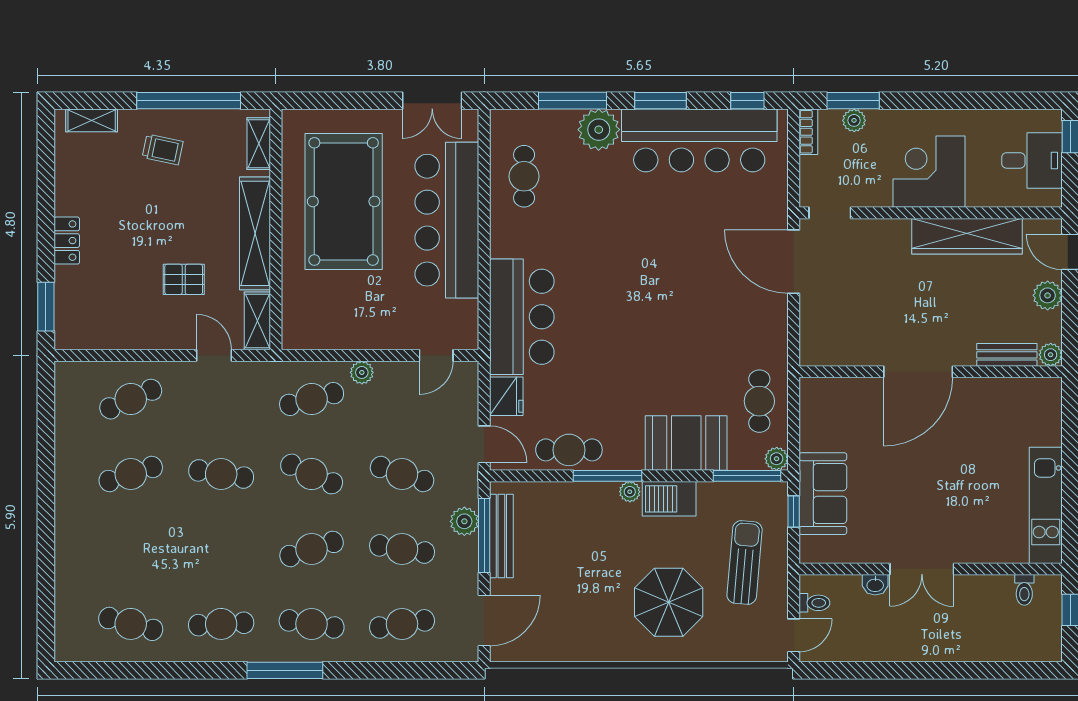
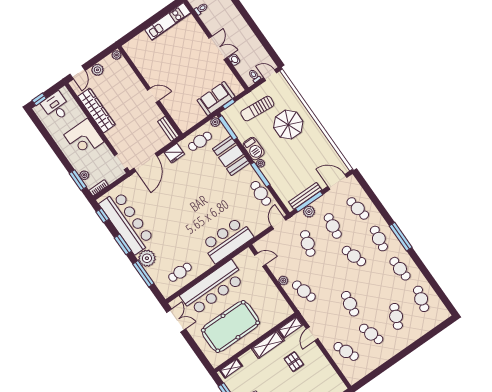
shelving: (255, 233) -> (268, 344), width x0.68
bench: (1007, 355) -> (168, 129), moved
door: (918, 372) -> (153, 95), width x0.53
fridge: (506, 396) -> (174, 153), moved, turned 180
cafe table: (312, 474) -> (396, 316), moved

